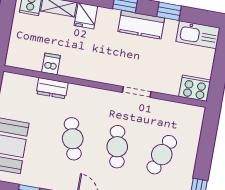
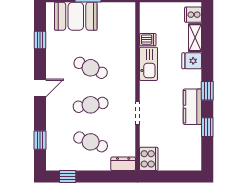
kitchen sink: (198, 35) -> (149, 64), moved, turned 180
dresser: (52, 88) -> (123, 164), moved, turned 90
cafe table: (73, 139) -> (91, 68), turned 39

